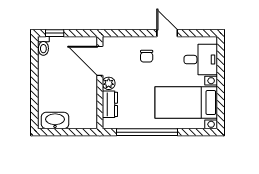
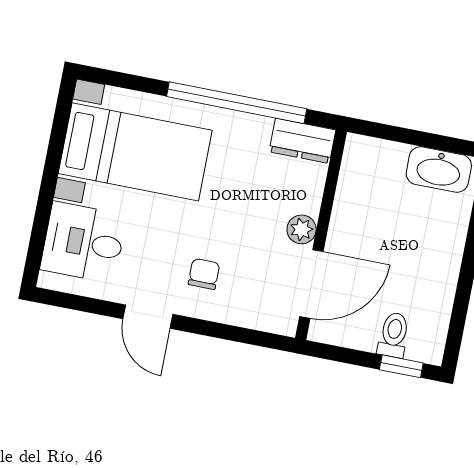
toilet: (43, 46) -> (394, 335), moved
door: (100, 61) -> (311, 284), hinge flipped
dresser: (110, 104) -> (302, 141), moved, turned -90

